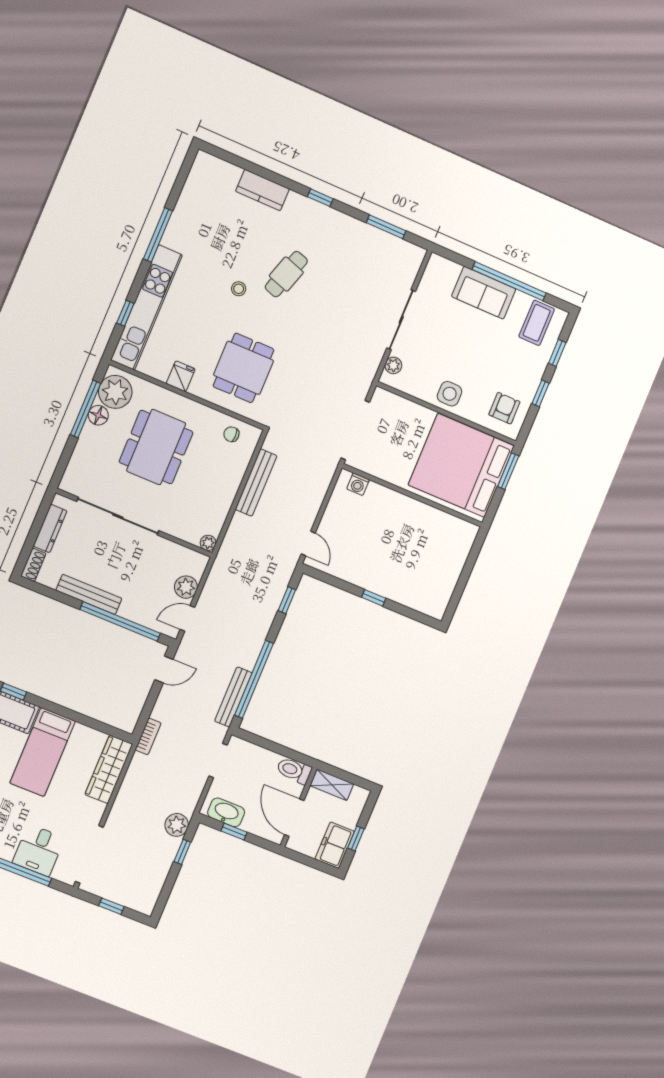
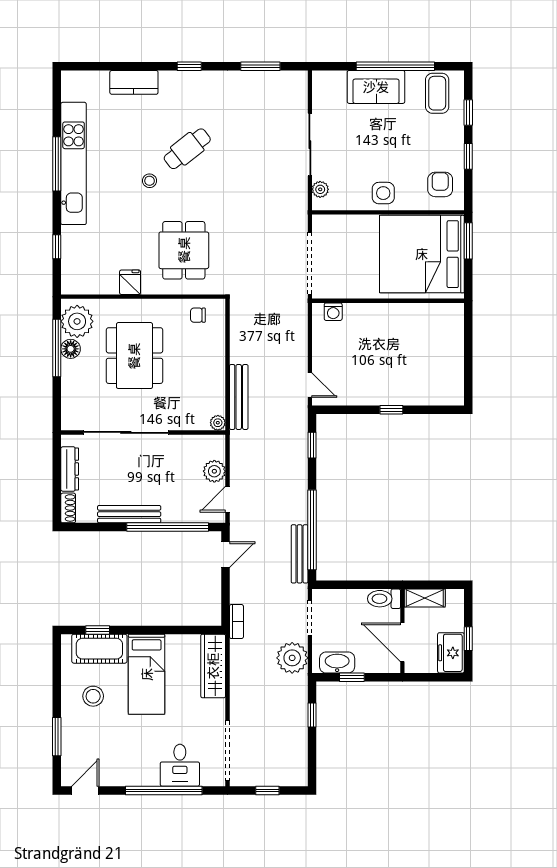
cafe table: (286, 274) -> (187, 149), turned 34
kitchen unit: (147, 307) -> (74, 163), moved
bench: (256, 483) -> (239, 397), moved
plant: (177, 825) -> (292, 658), moved, width x1.36, depth x1.36

